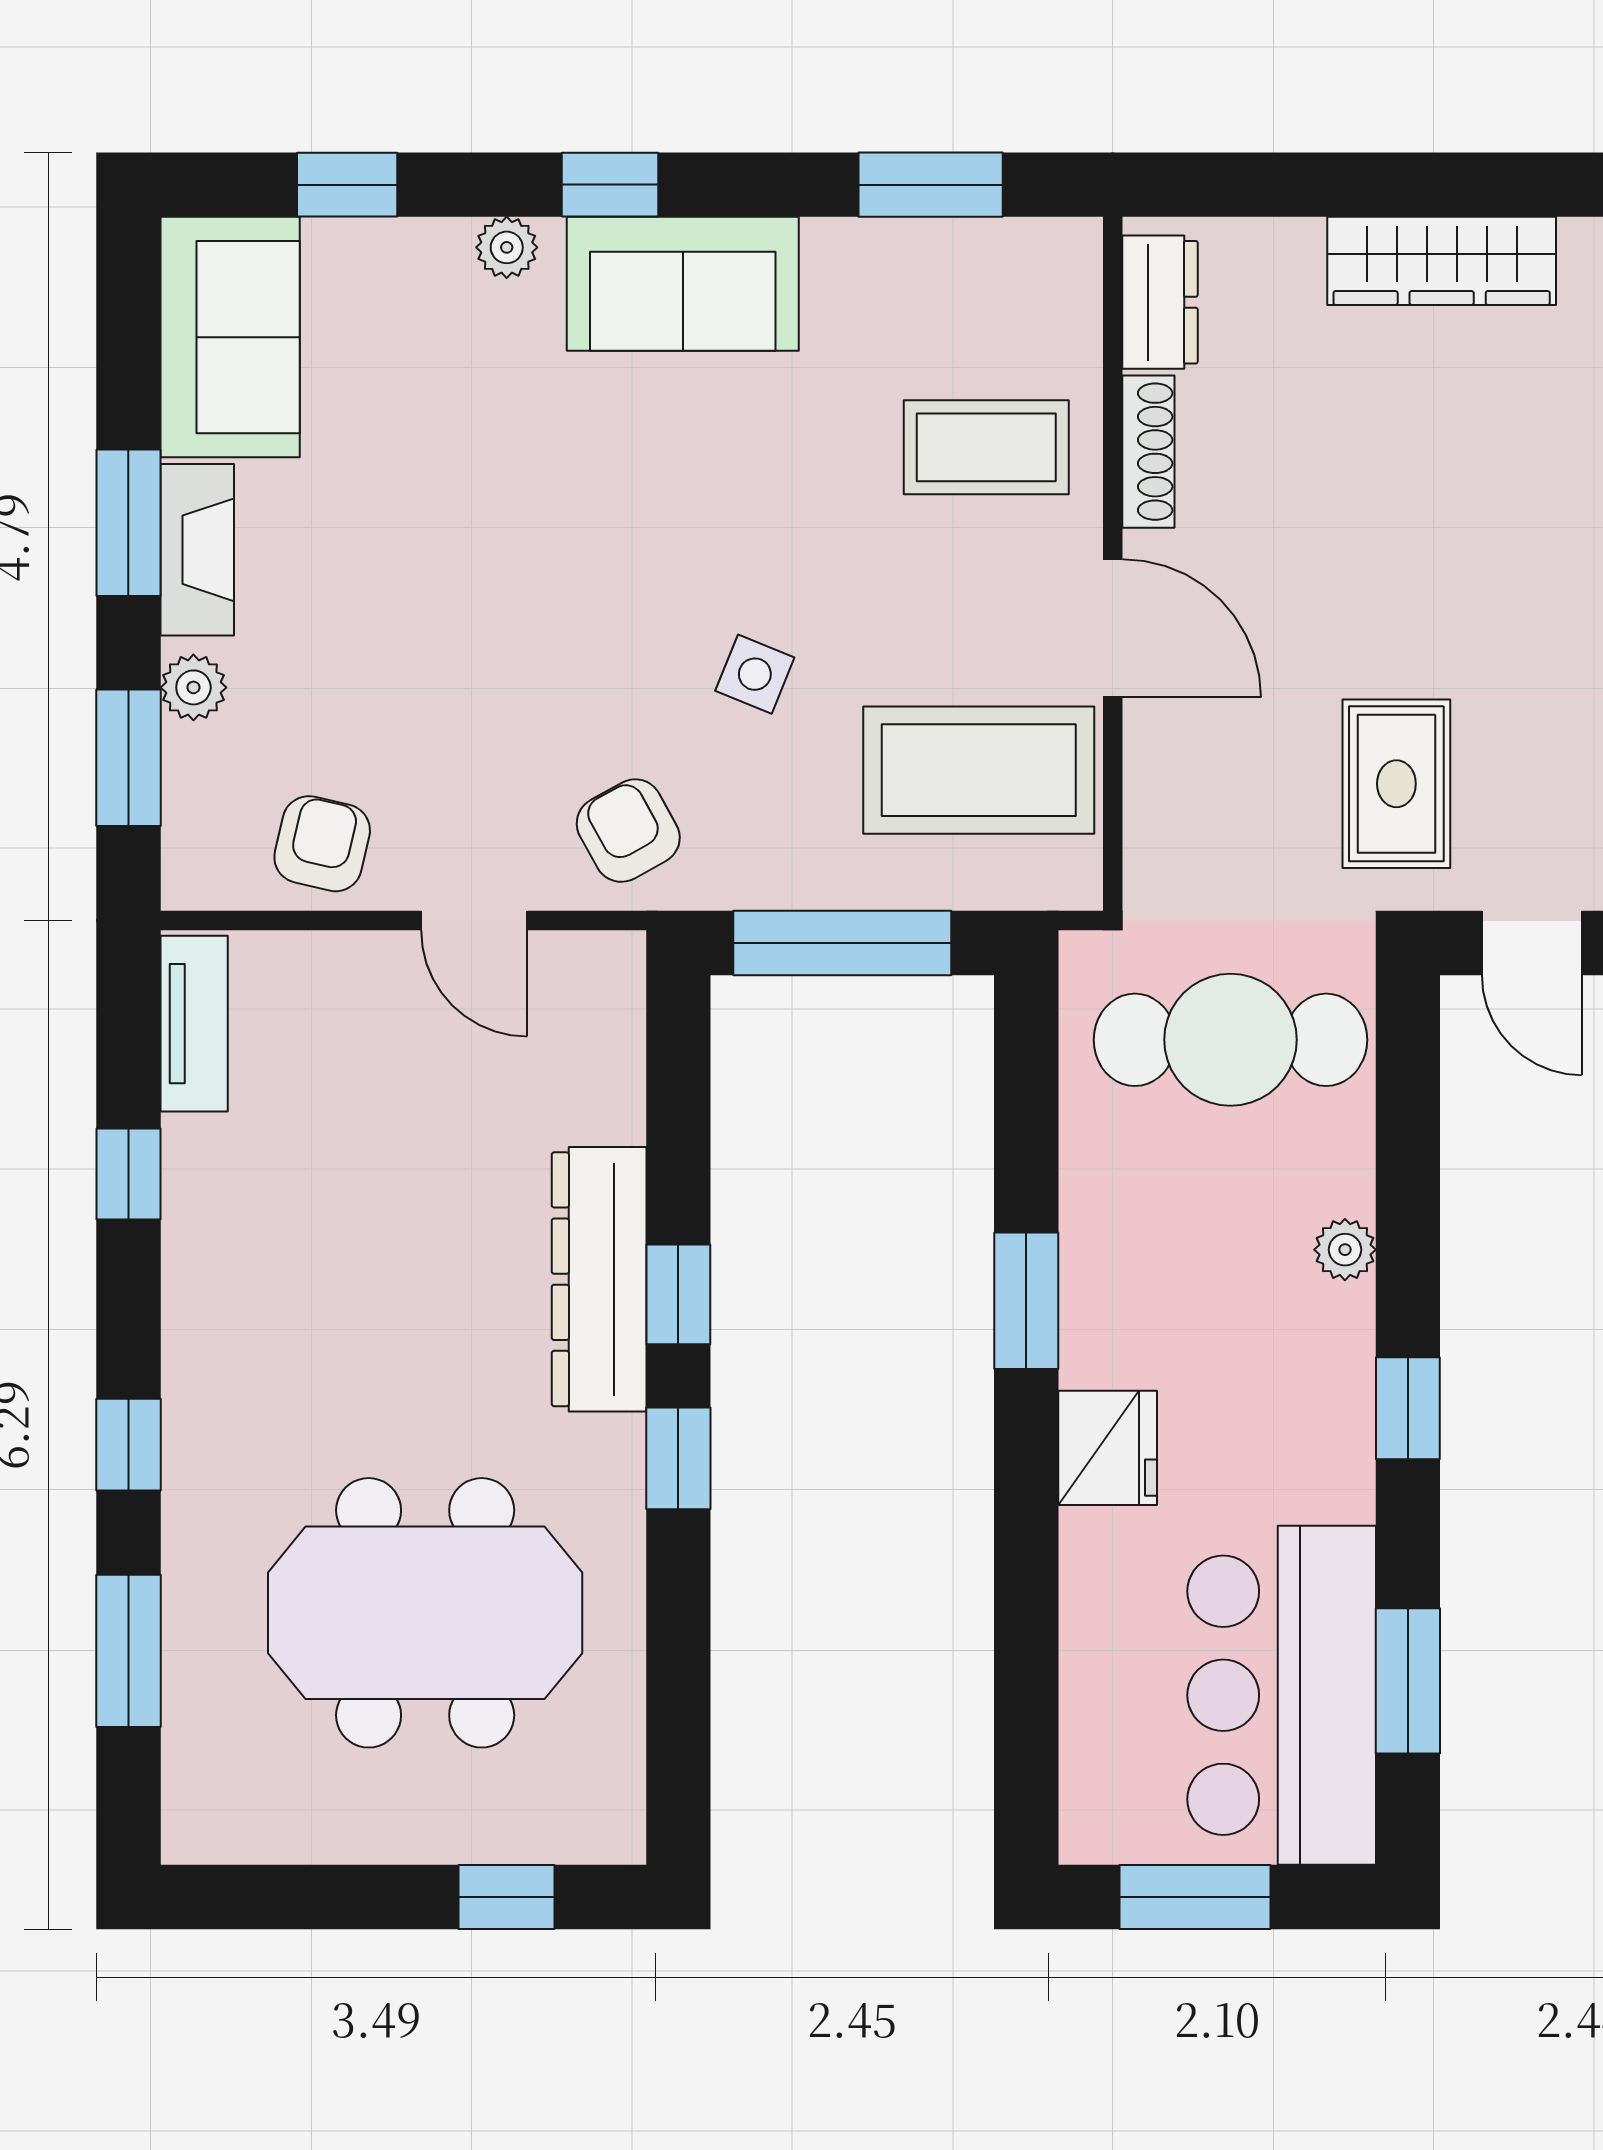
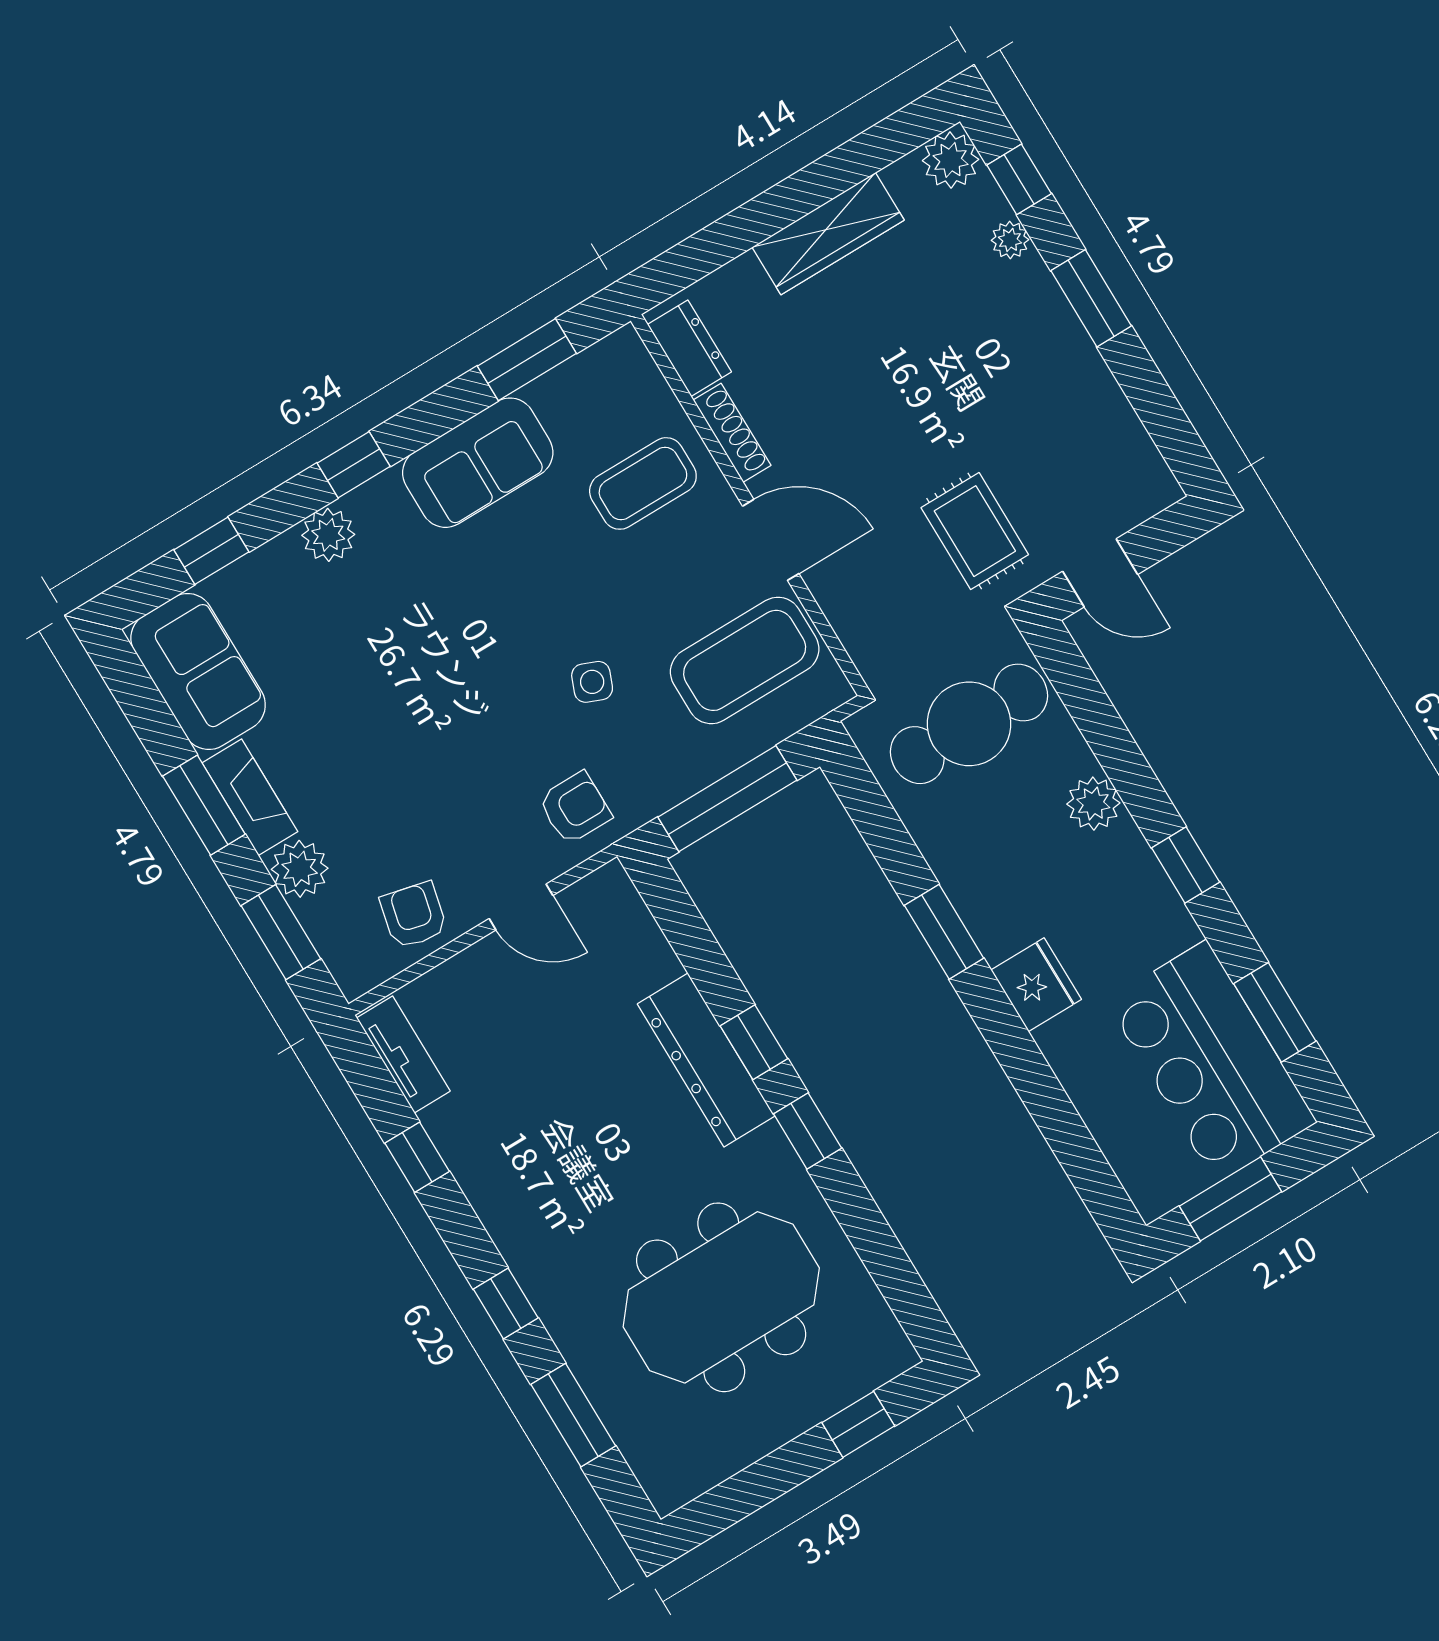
plant: (507, 247) -> (328, 535), width x1.38, depth x1.38
sofa: (683, 284) -> (478, 463), moved
plant: (193, 687) -> (300, 869), width x1.38, depth x1.38
armchair: (628, 831) -> (575, 808), turned 119
plant: (1345, 1250) -> (1093, 804), width x1.38, depth x1.38

